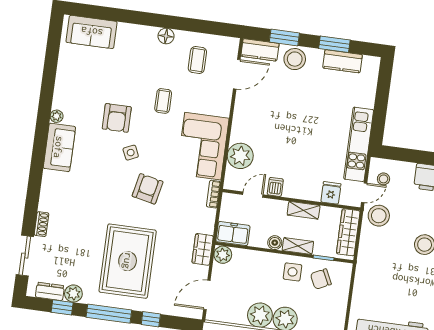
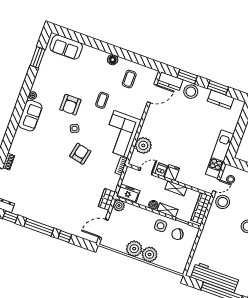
window: (52, 57) -> (38, 57), added
fridge: (331, 193) -> (172, 173), moved
rug: (128, 261) -> (58, 197), removed
plant: (73, 294) -> (19, 210), removed

